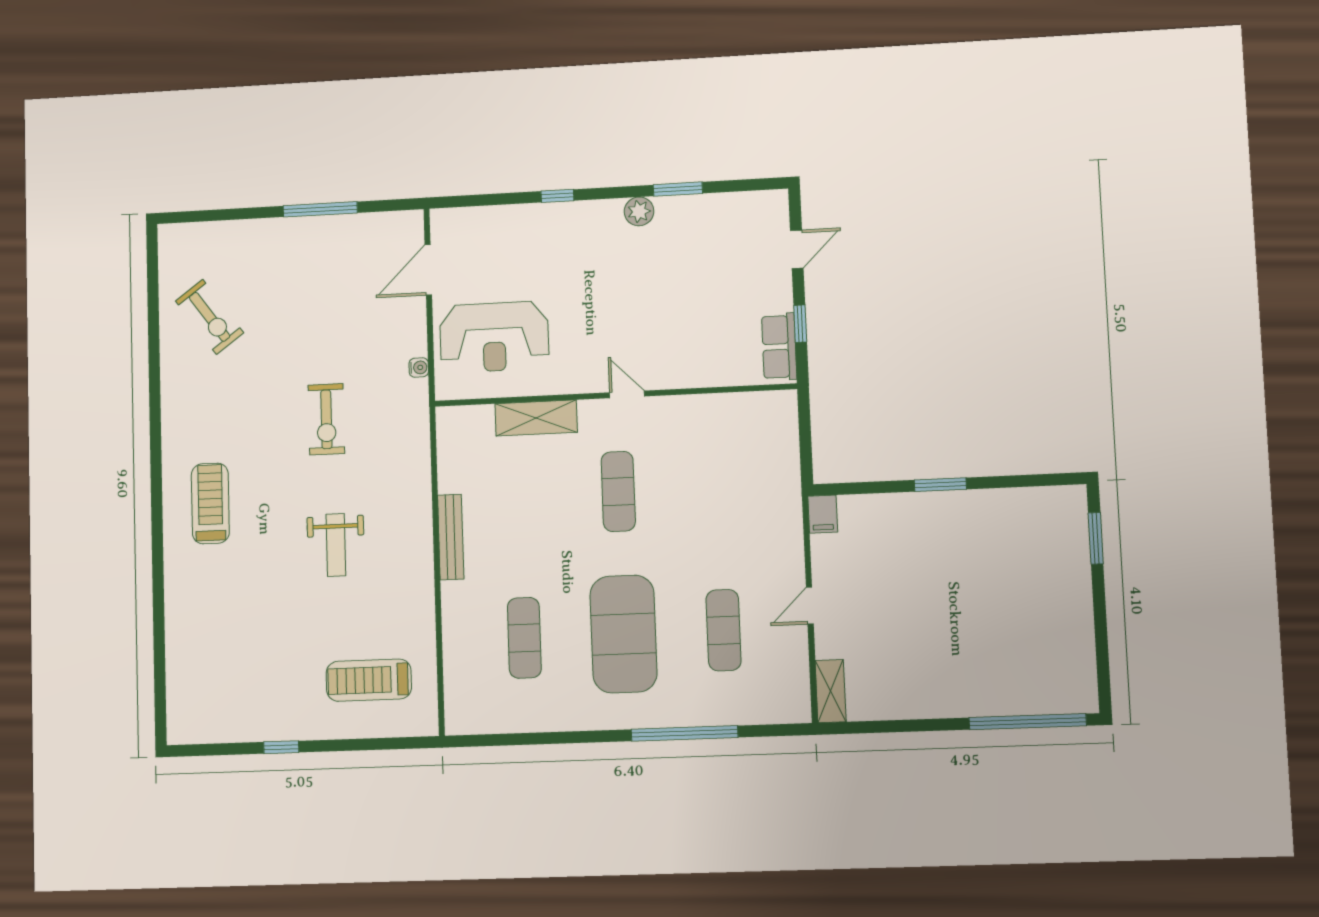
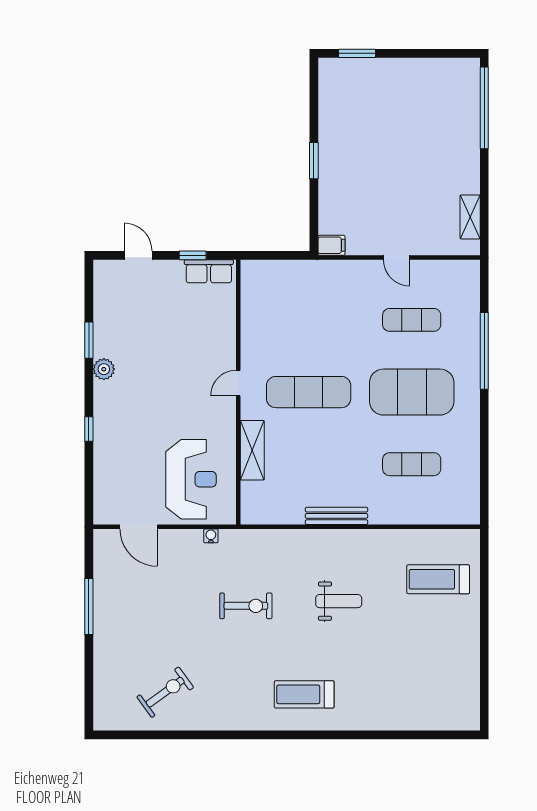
exercise mat: (618, 491) -> (309, 392), width x1.36, depth x1.45
treadmill: (369, 680) -> (438, 579), turned 90
shelving: (831, 691) -> (470, 217), moved, turned 90
window: (281, 747) -> (484, 645), removed

